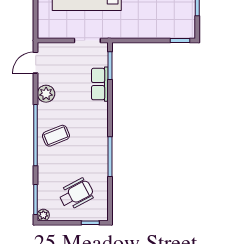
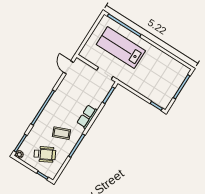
door: (36, 63) -> (68, 67), hinge flipped
row of seats: (100, 84) -> (87, 117), moved
plant: (46, 94) -> (63, 88), removed
coffee table: (56, 136) -> (62, 133), moved

